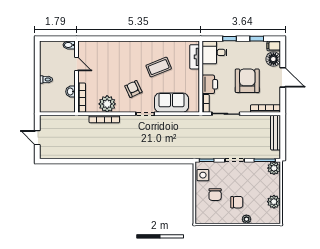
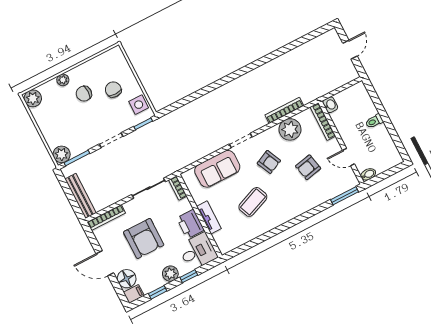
window: (93, 39) -> (344, 196), added
plant: (241, 47) -> (170, 274), added
tv unit: (195, 57) -> (209, 217), moved
armchair: (108, 71) -> (308, 167), added
printer: (210, 84) -> (190, 224), moved
washbasin: (71, 92) -> (330, 105), moved
door: (37, 138) -> (350, 50), hinge flipped
plant: (274, 202) -> (33, 98), moved

